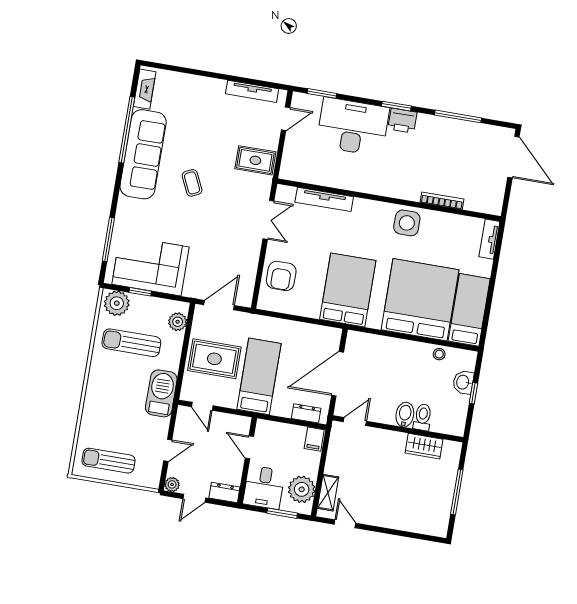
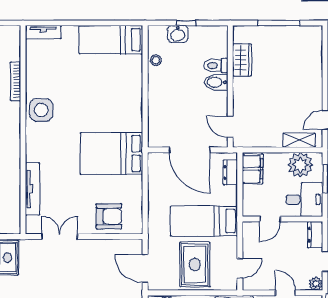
bed: (420, 300) -> (109, 86), removed
filing cabinet: (314, 439) -> (253, 169), width x2.00

